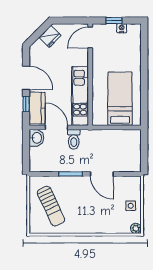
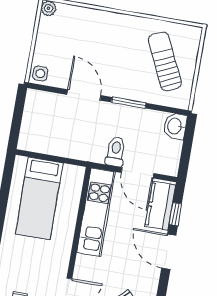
washbasin: (36, 138) -> (175, 126), moved
side table: (131, 206) -> (40, 73), moved

